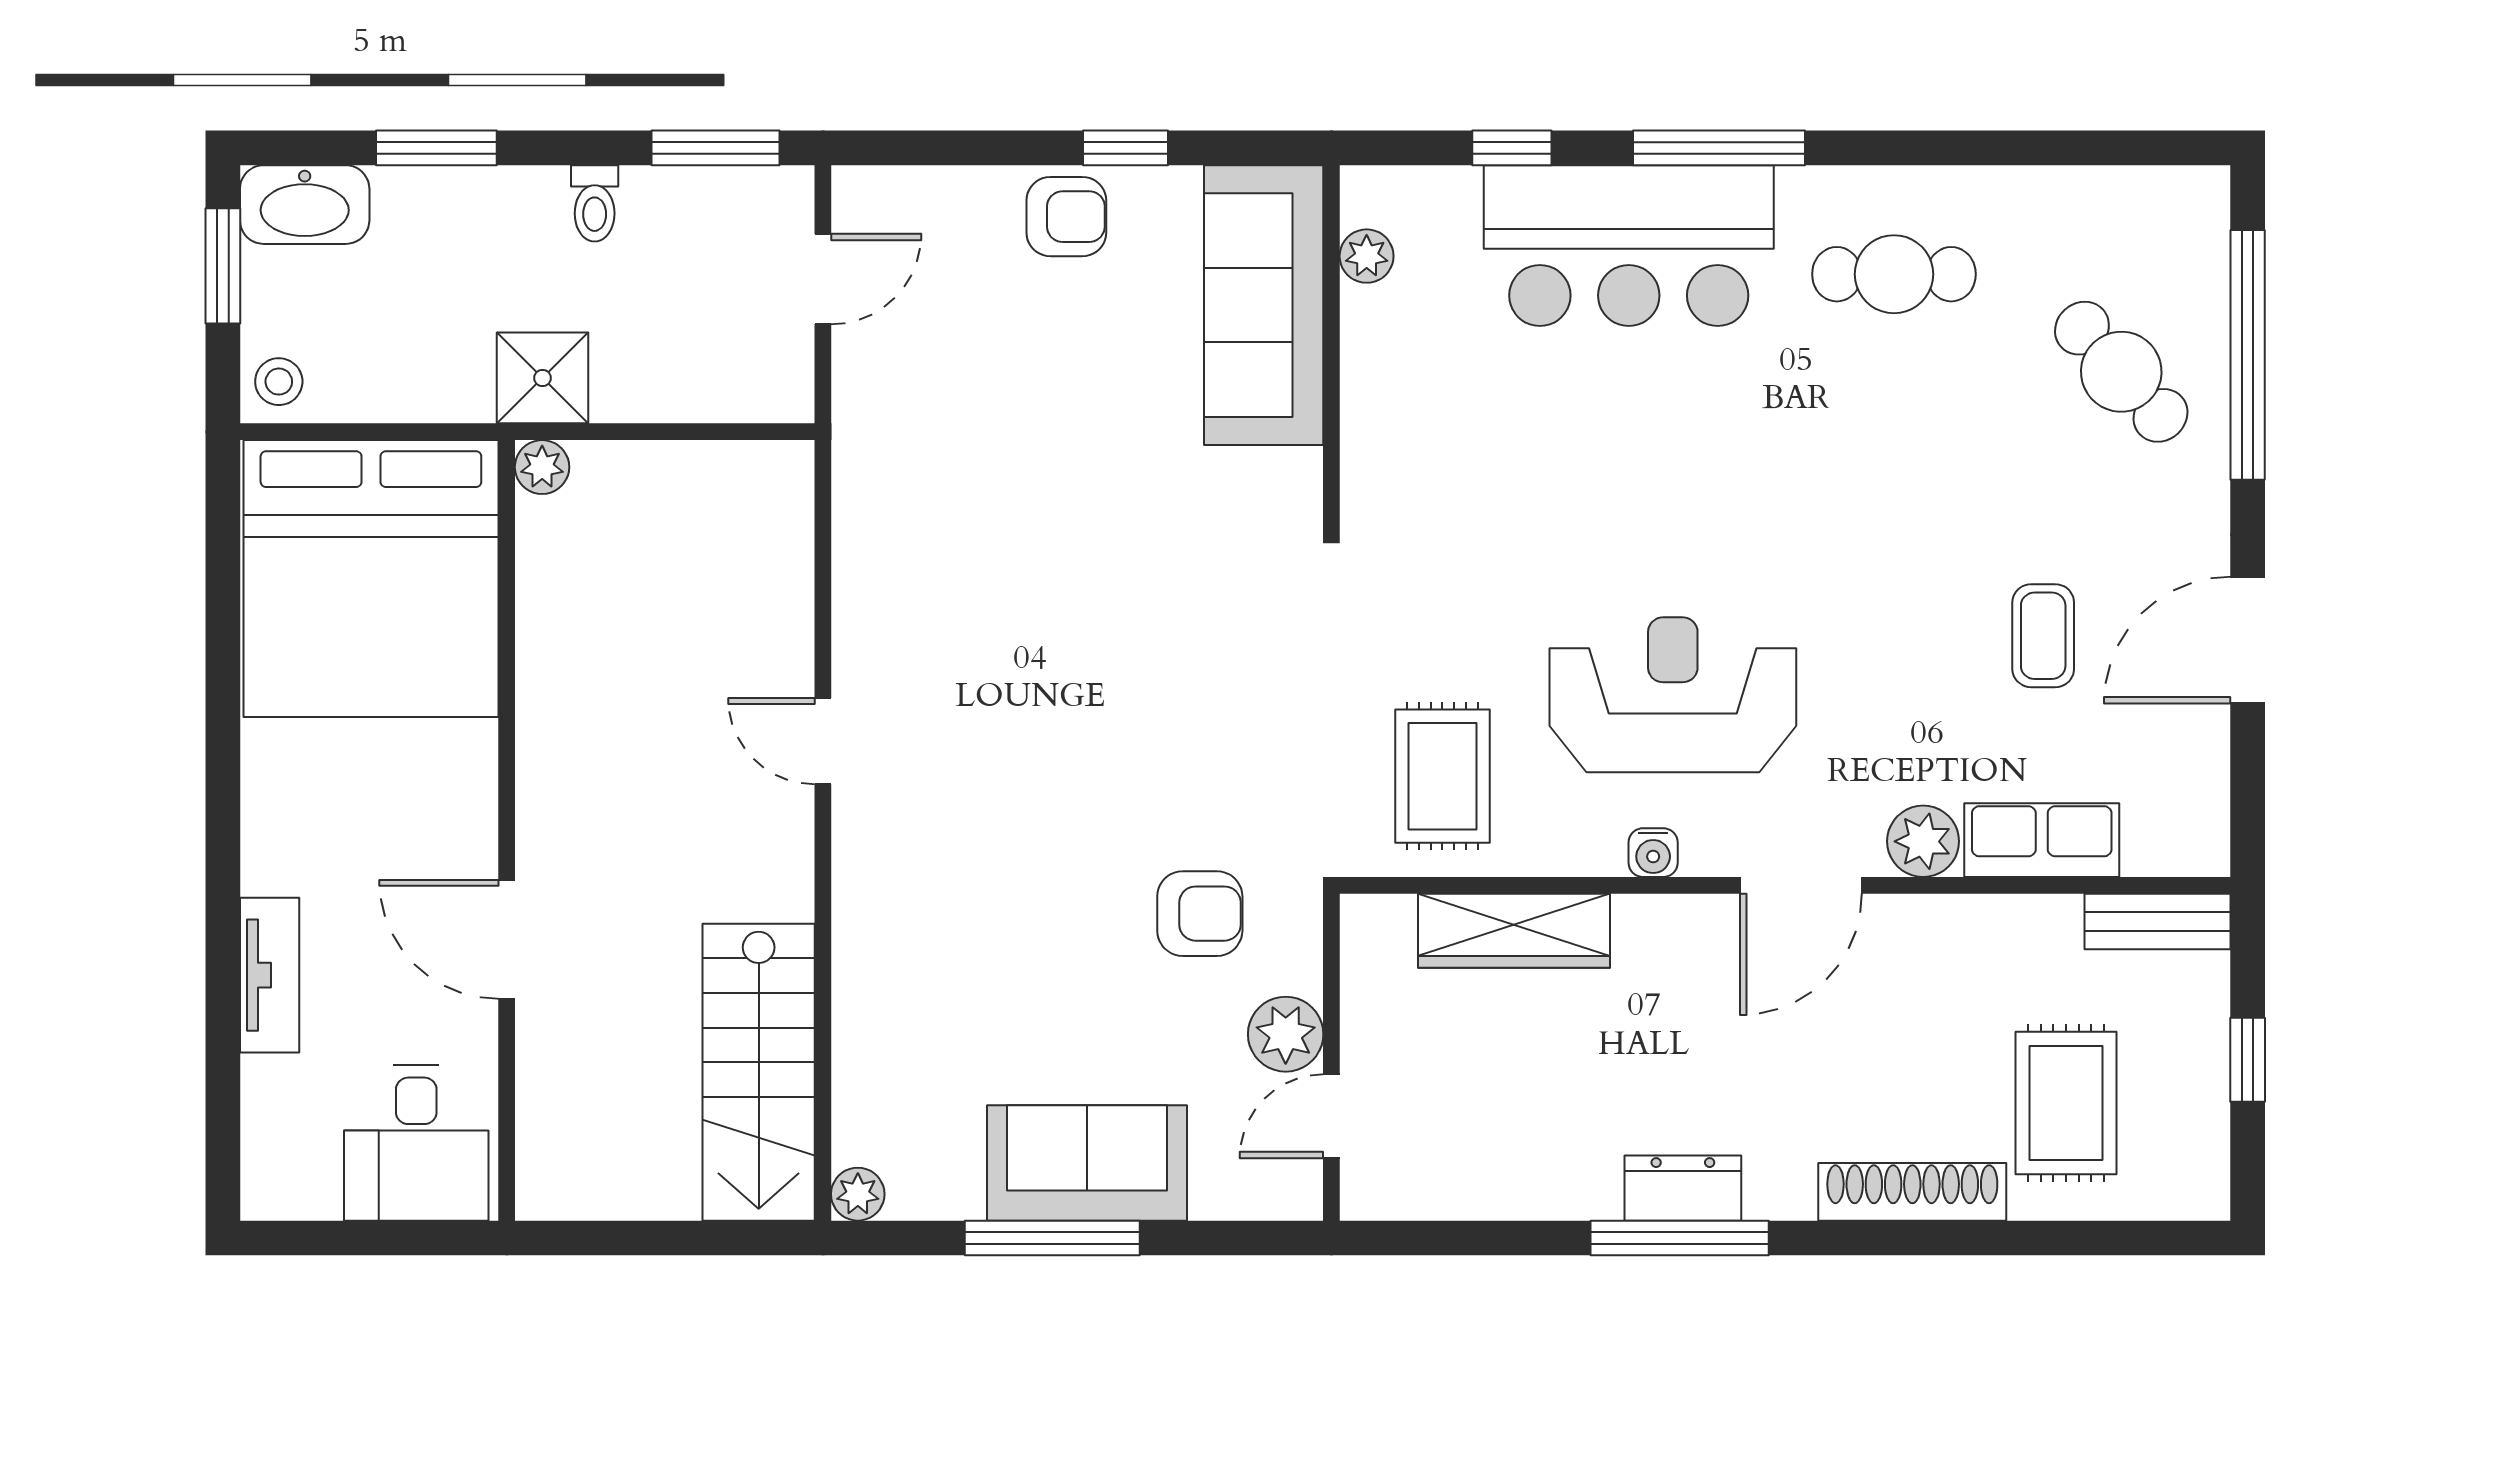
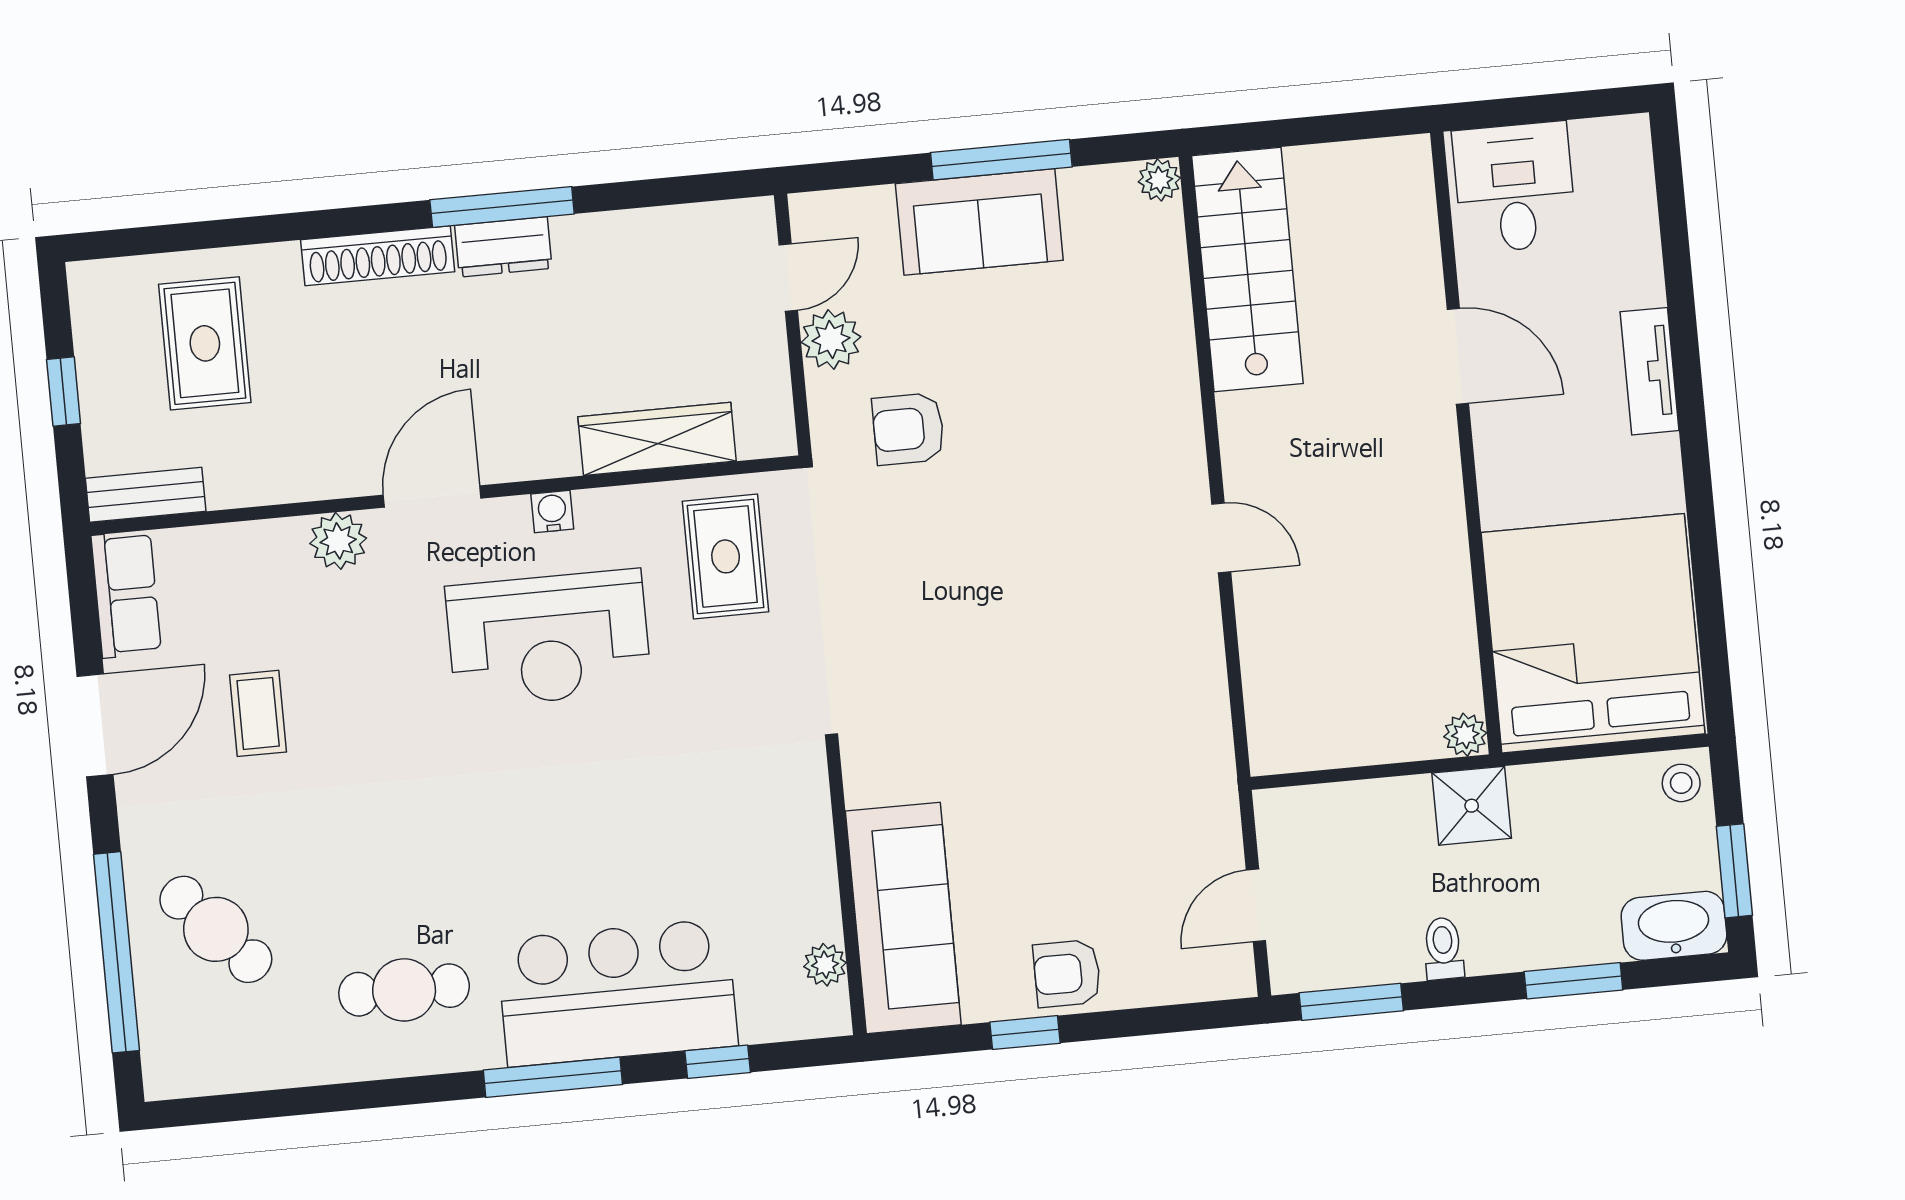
row of seats: (2042, 840) -> (126, 594), moved, turned -90
tv unit: (270, 975) -> (1650, 371), moved
shoe rack: (1912, 1192) -> (378, 256), moved

